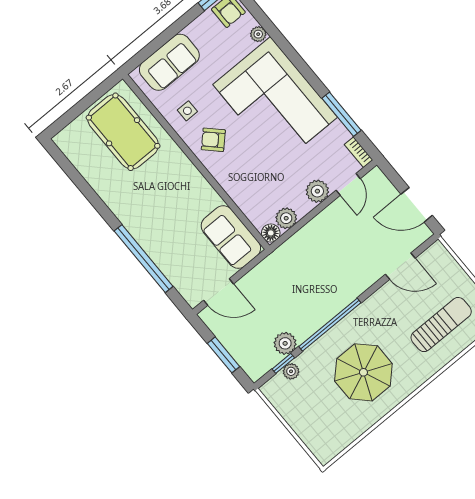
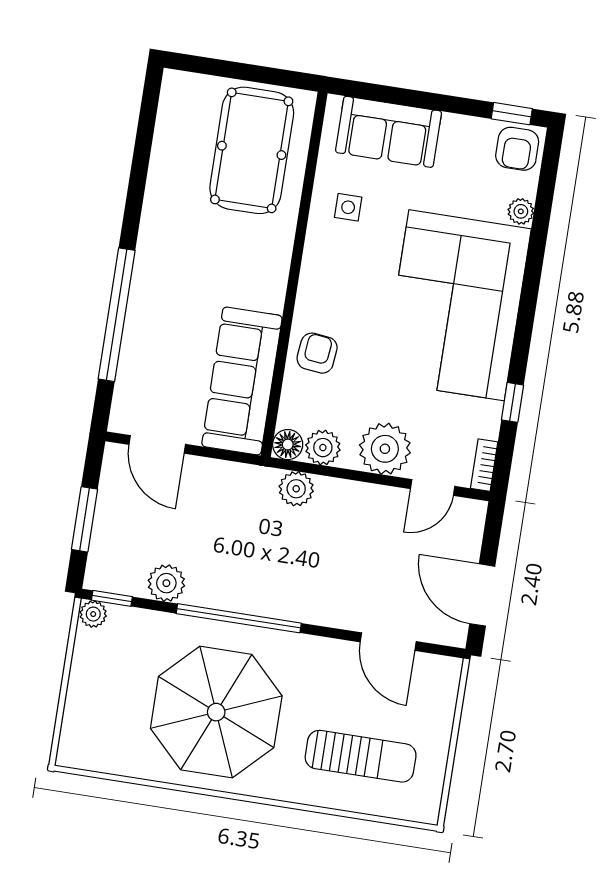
window: (341, 114) -> (512, 402), width x0.46
armchair: (213, 140) -> (317, 353), moved, turned 51
plant: (317, 191) -> (385, 449), width x1.36, depth x1.36
sofa: (231, 237) -> (242, 381), width x1.36
plant: (294, 247) -> (296, 489), added
window: (283, 363) -> (112, 598), moved
plant: (291, 371) -> (93, 614), moved
parasol: (363, 372) -> (216, 712), width x1.36, depth x1.36

